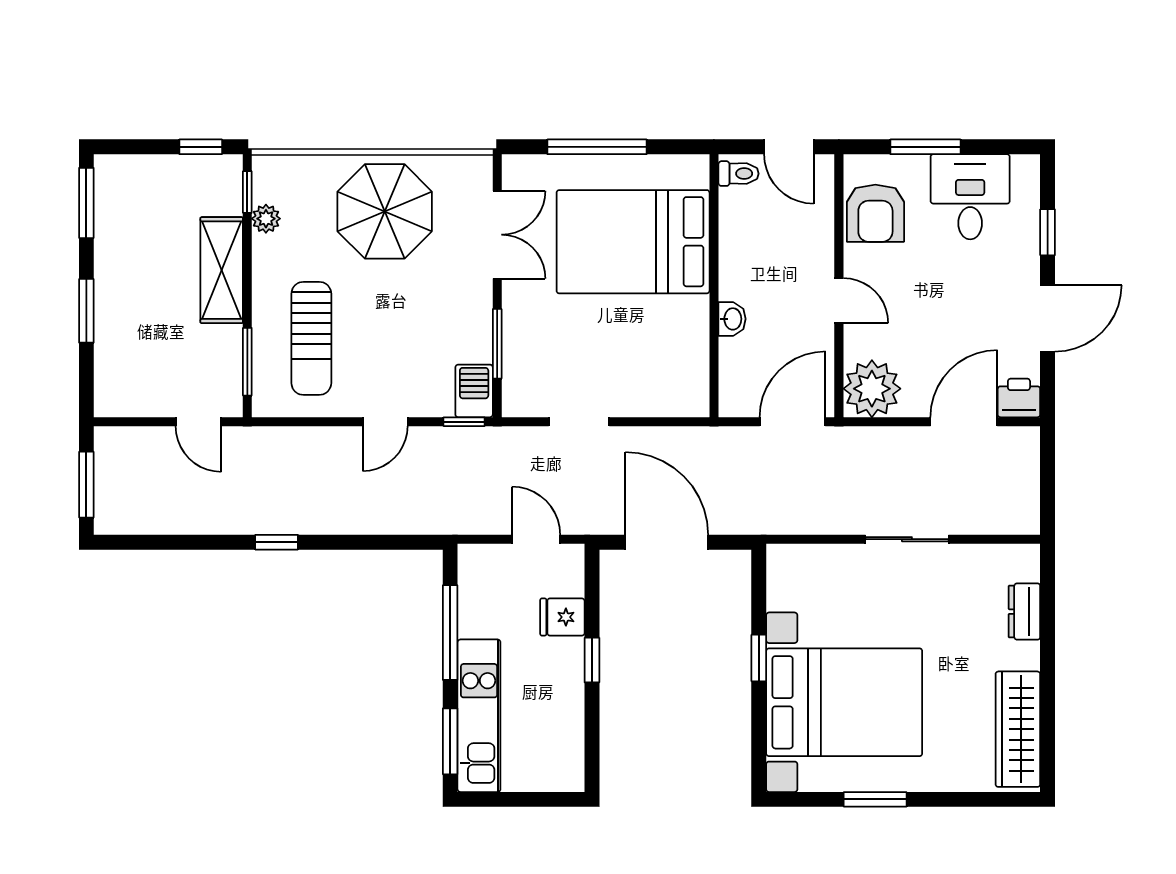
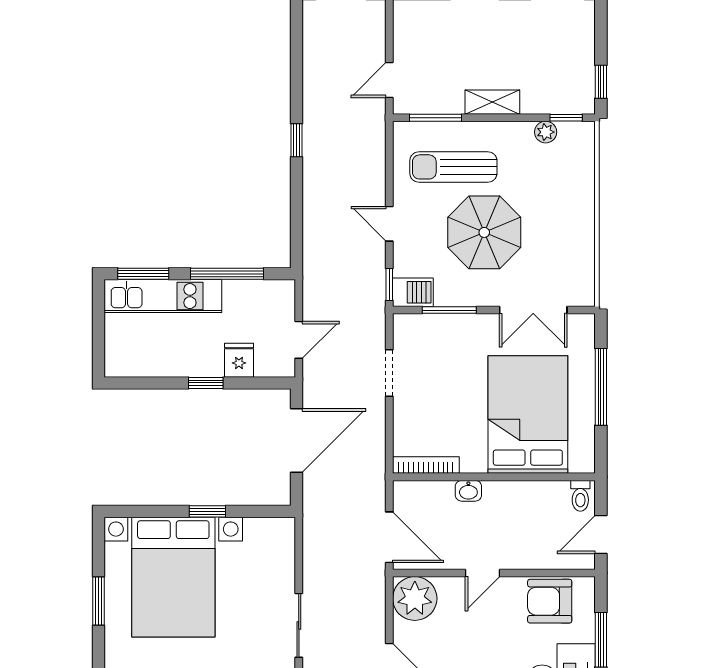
parasol: (385, 211) -> (484, 232), moved
shelving: (222, 270) -> (492, 102), width x0.67, depth x0.75
bookcase: (699, 374) -> (426, 465), added

